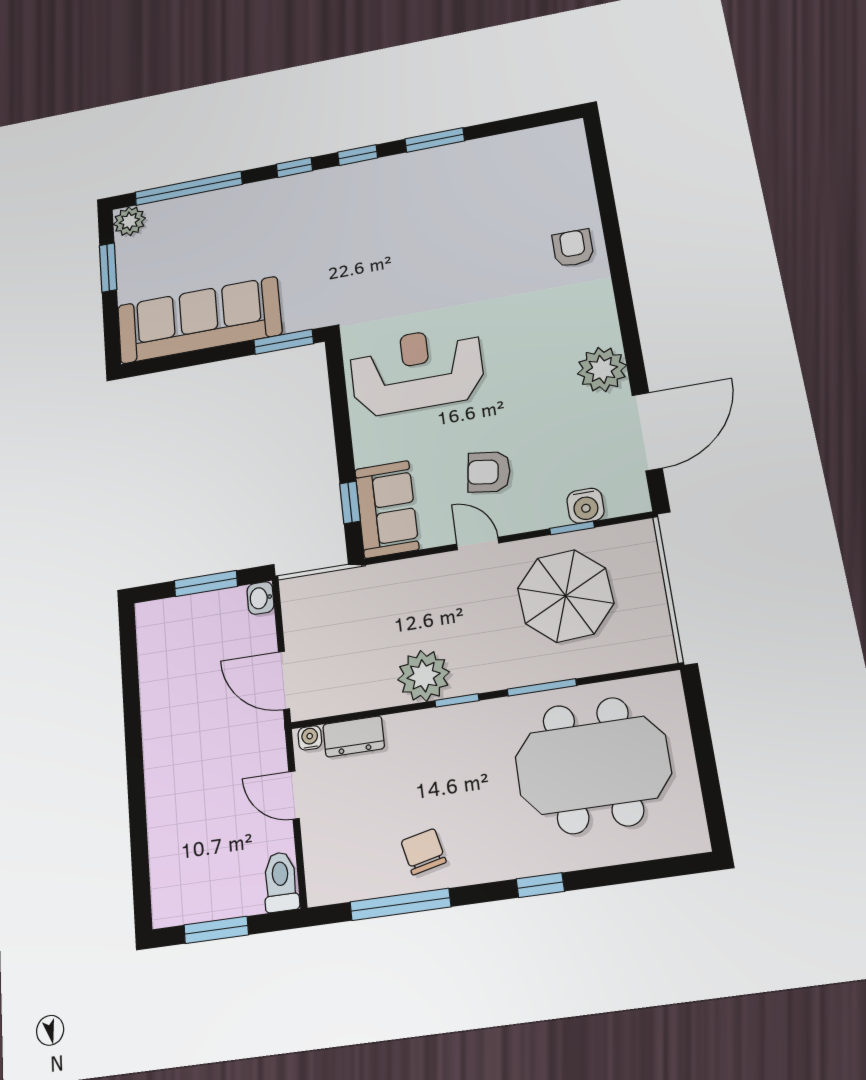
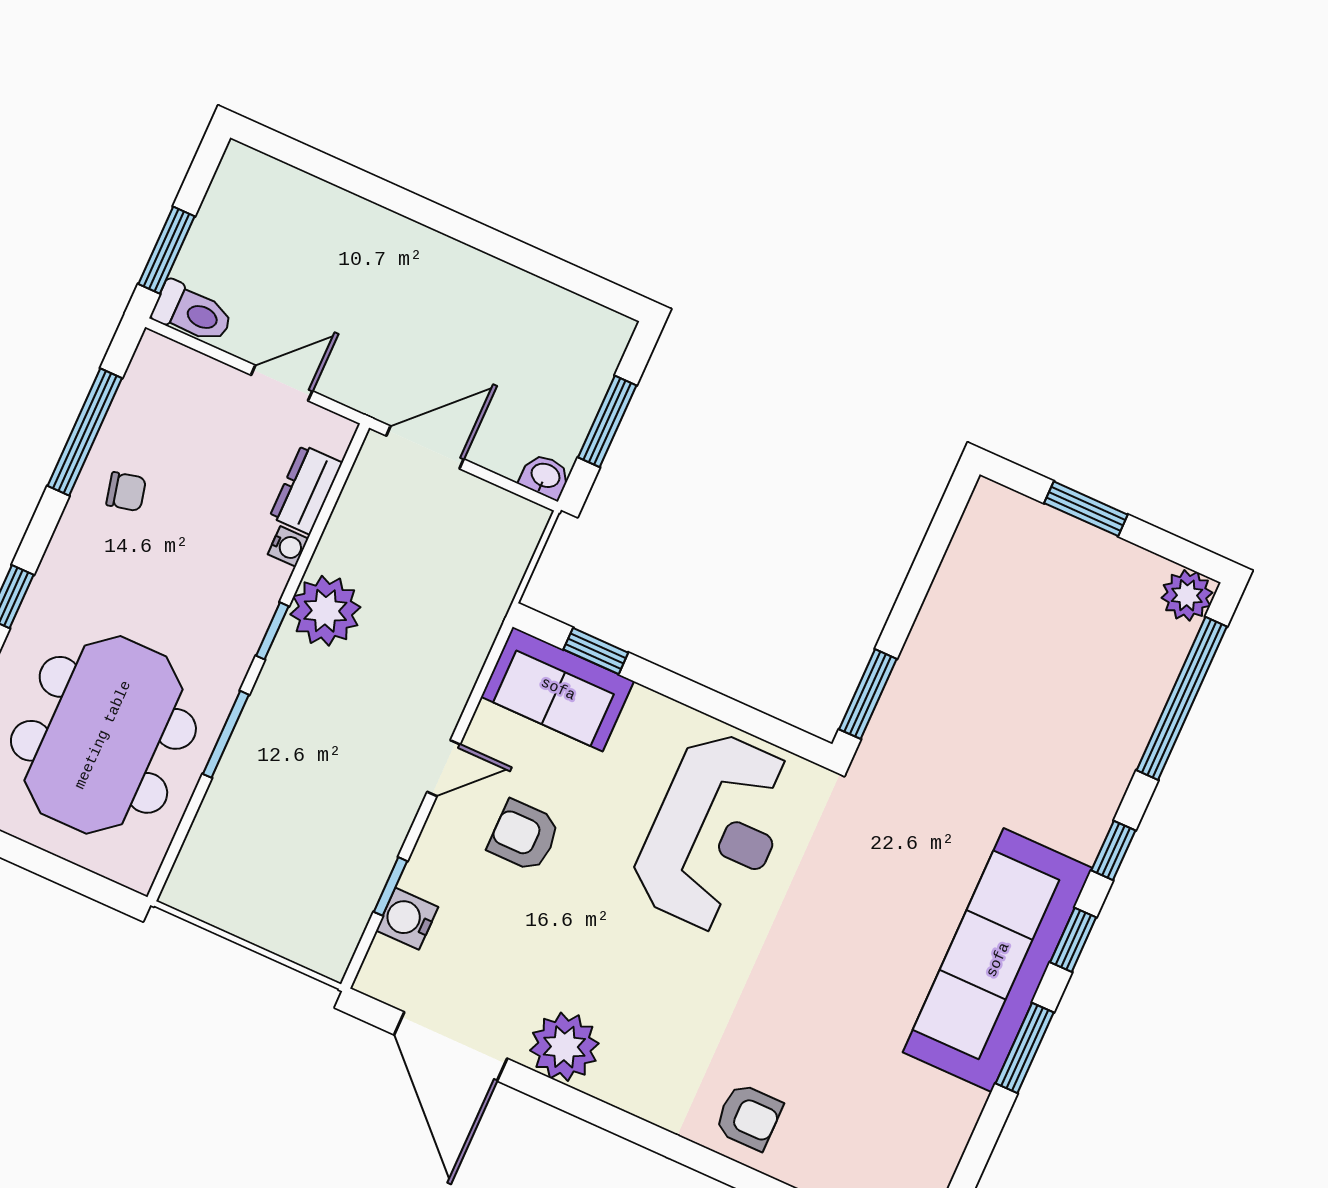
window: (108, 268) -> (1086, 509), moved
sofa: (199, 320) -> (998, 960), moved, turned 180
armchair: (489, 472) -> (524, 836), turned -98
parasol: (566, 596) -> (314, 828), removed
water cooler: (310, 738) -> (288, 546), moved
chair: (424, 852) -> (126, 492), width x0.73, depth x0.73
window: (216, 930) -> (166, 250), moved

